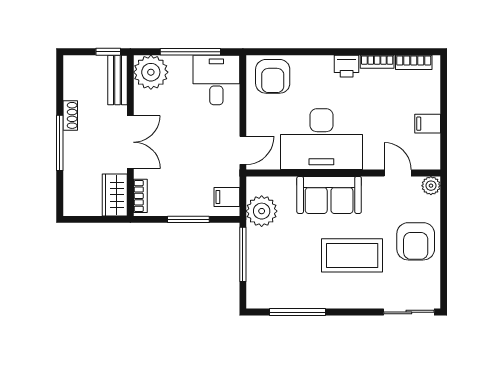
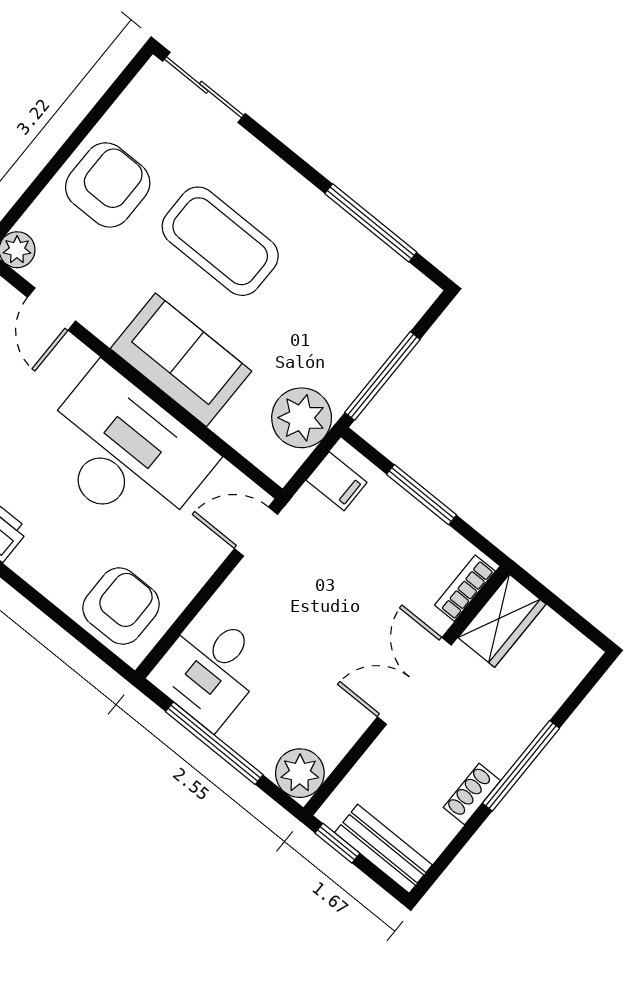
plant: (151, 72) -> (300, 773), width x0.73, depth x0.73
bench: (117, 80) -> (383, 849), moved, turned 90

